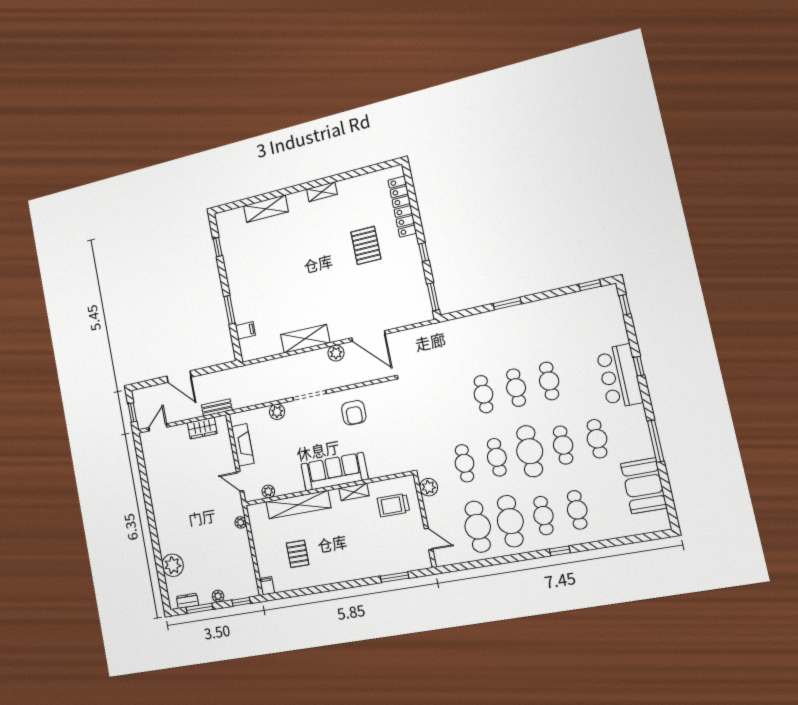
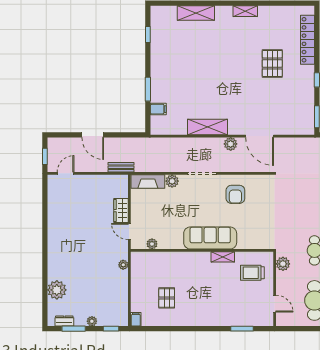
wardrobe: (202, 428) -> (121, 211), moved, turned 90
fireplace: (243, 445) -> (148, 182), moved, turned 90
shelving: (298, 505) -> (175, 259), removed

